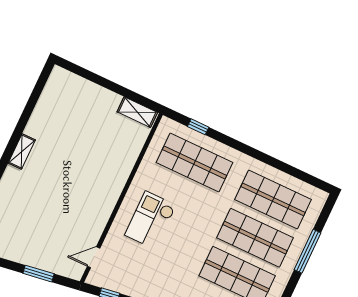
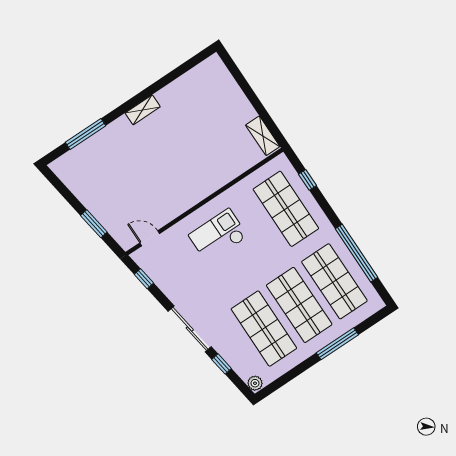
window: (277, 164) -> (357, 253), added

